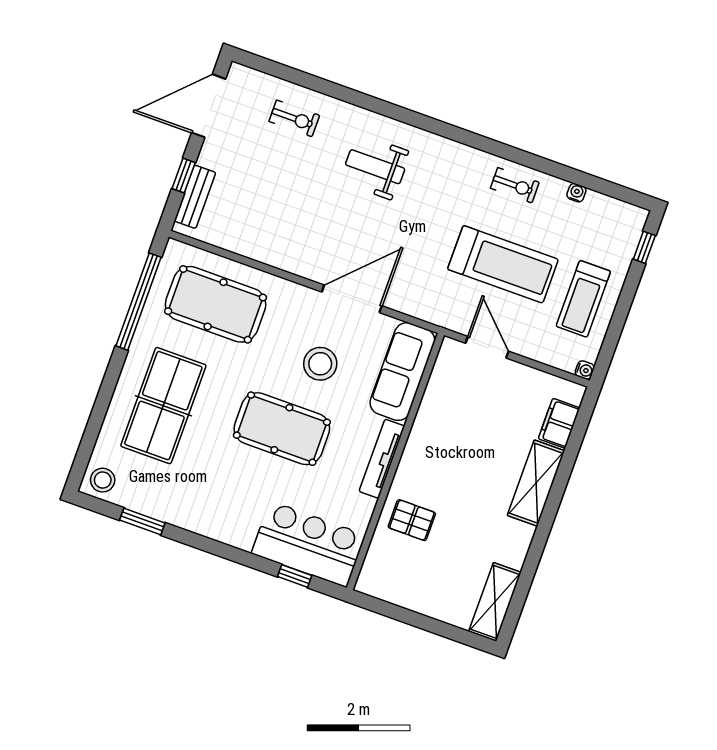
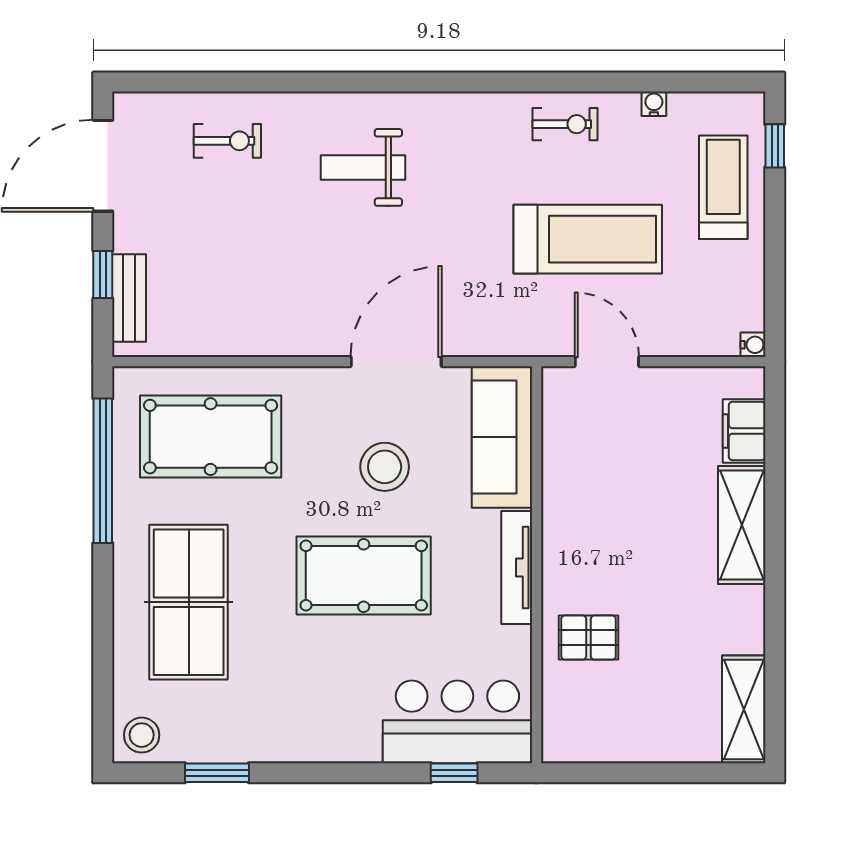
treadmill: (583, 299) -> (723, 187), moved, turned 180

